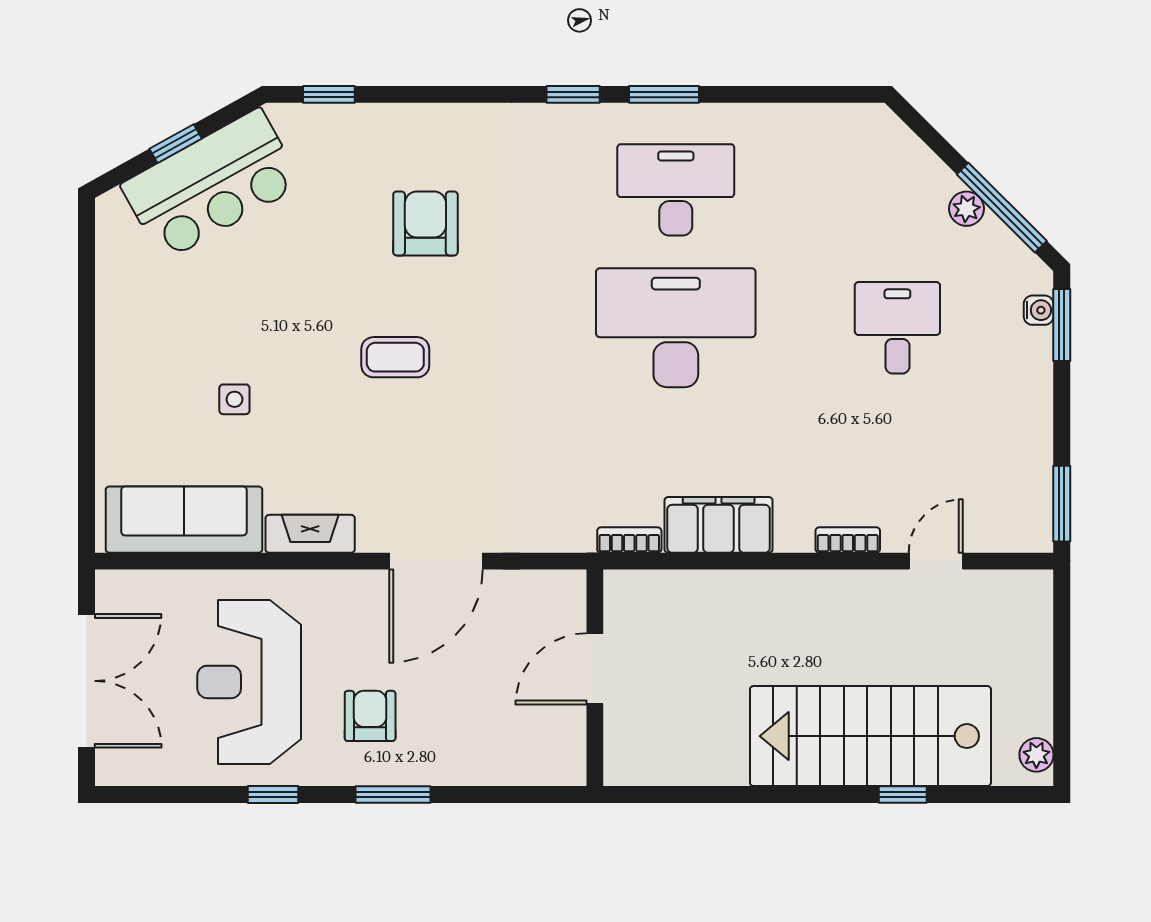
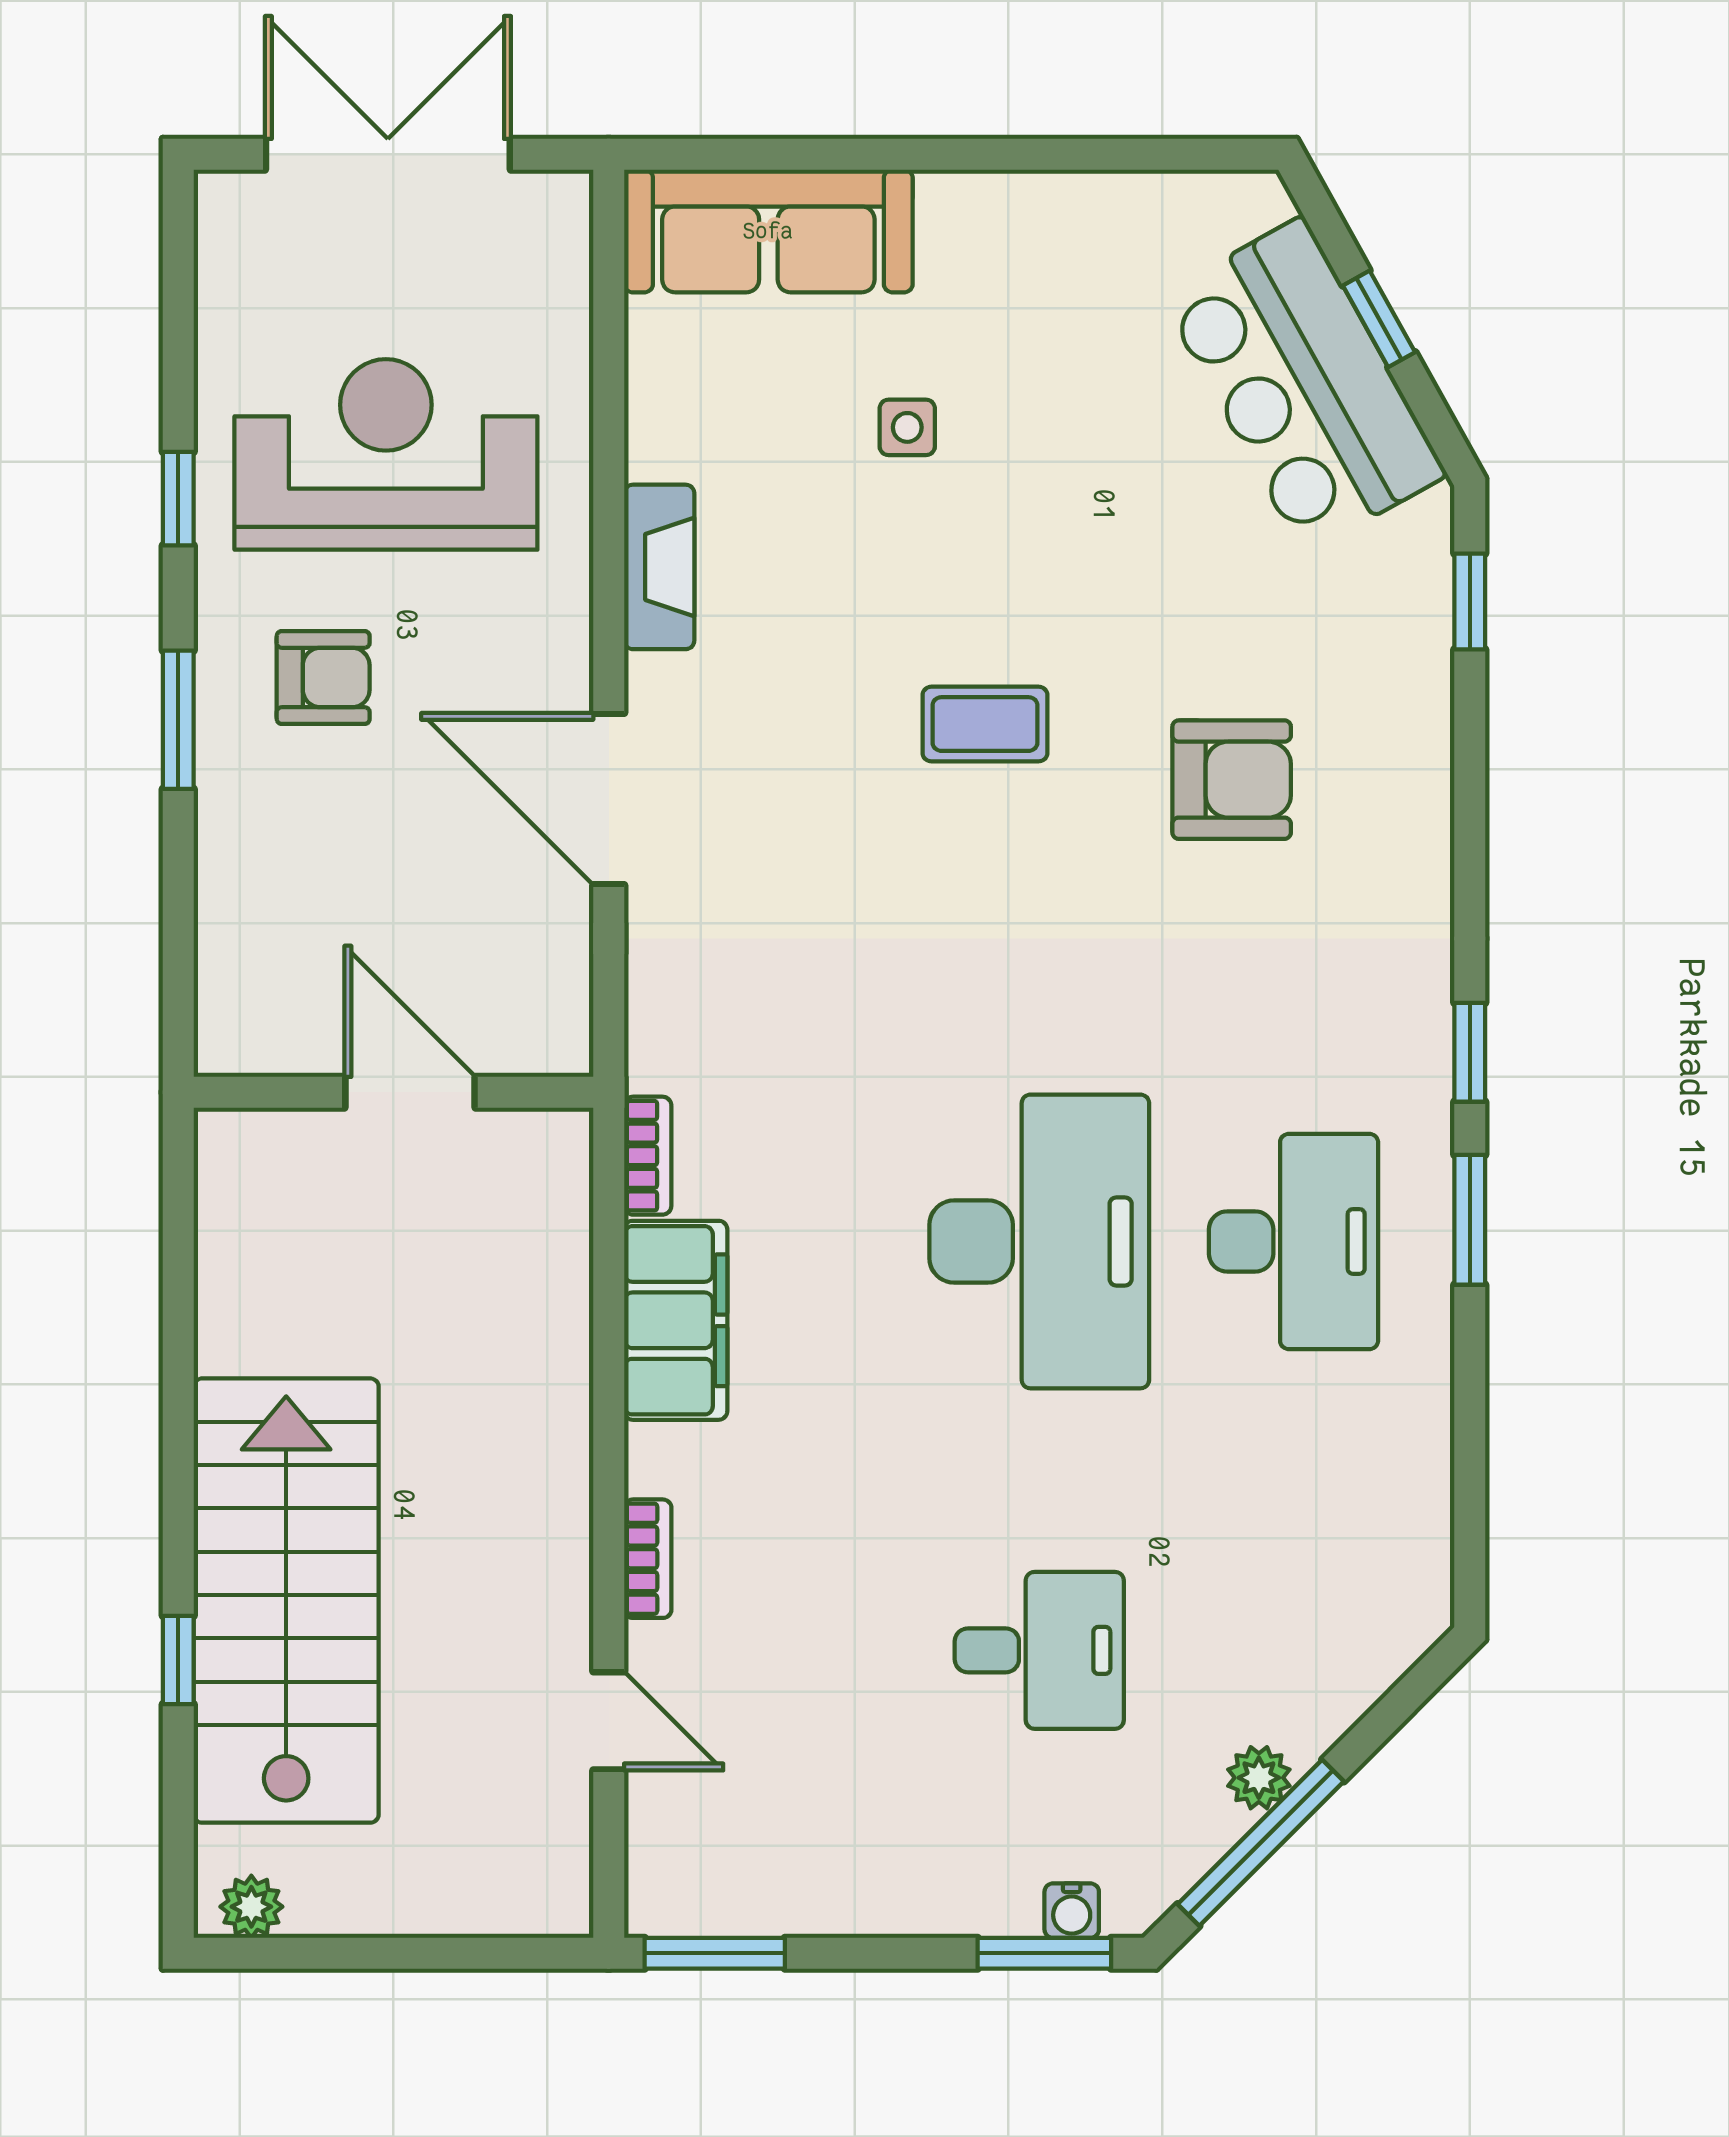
coffee table: (395, 357) -> (985, 724), turned 90
sofa: (184, 520) -> (768, 231), moved, turned 90
double door: (86, 681) -> (388, 154), swing flipped

